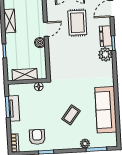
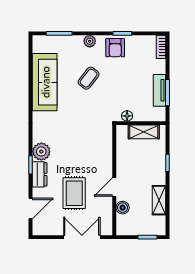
boiler: (40, 43) -> (123, 208), moved
armchair: (37, 137) -> (115, 48), moved
plant: (85, 144) -> (90, 41), moved

